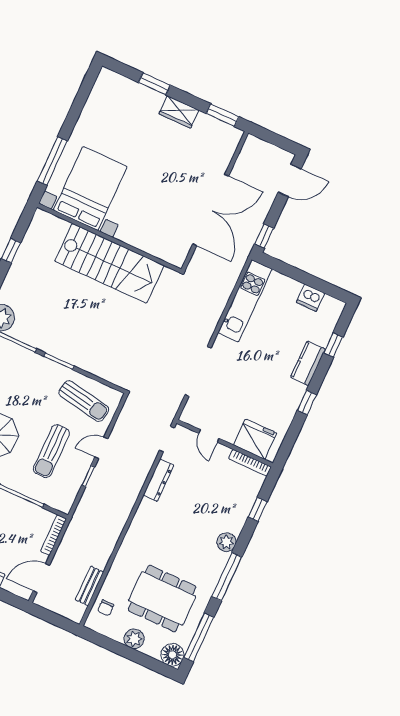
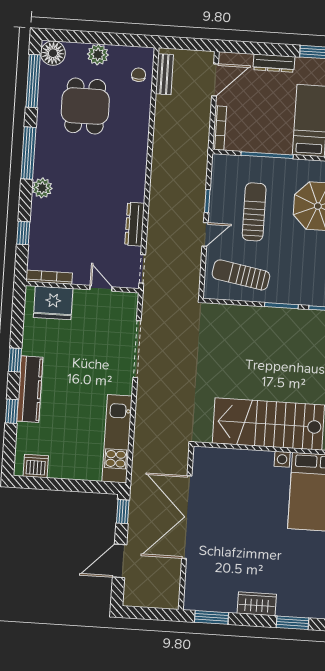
door: (290, 180) -> (120, 561), moved
dishwasher: (310, 298) -> (36, 466), moved
window: (333, 345) -> (12, 411), moved
kitchen counter: (308, 363) -> (30, 389), width x1.50
bench: (90, 586) -> (164, 74), moved
dining table: (162, 598) -> (85, 106), width x0.73

